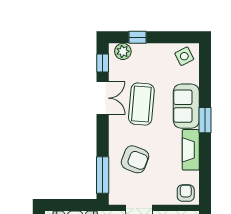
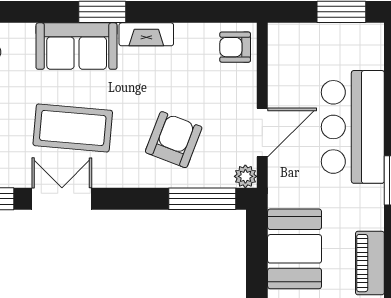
fireplace: (191, 150) -> (146, 34), width x0.73, depth x0.76
plant: (115, 199) -> (245, 176), added

